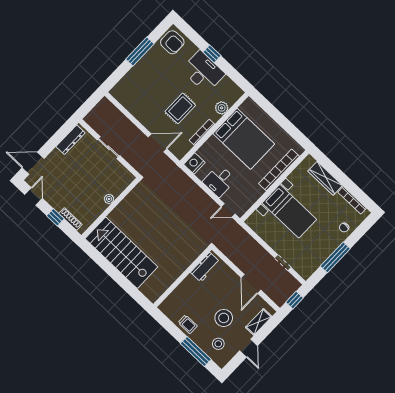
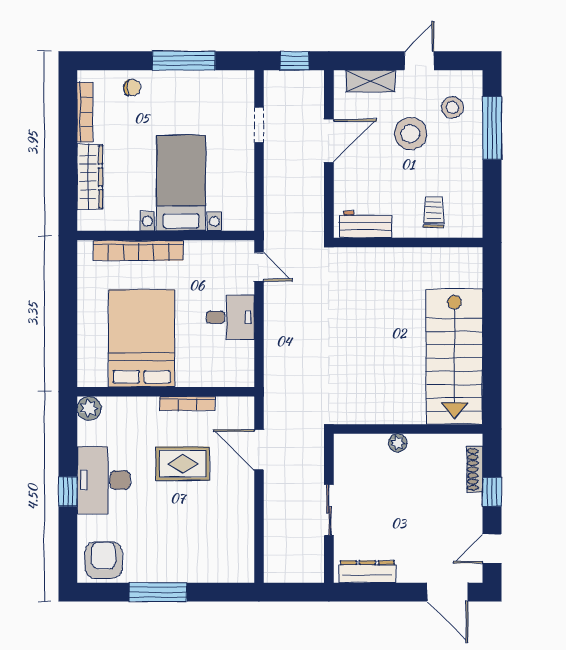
plant: (222, 108) -> (89, 408), moved
nightstand: (194, 163) -> (239, 373), removed
trolley: (188, 324) -> (434, 212), moved

